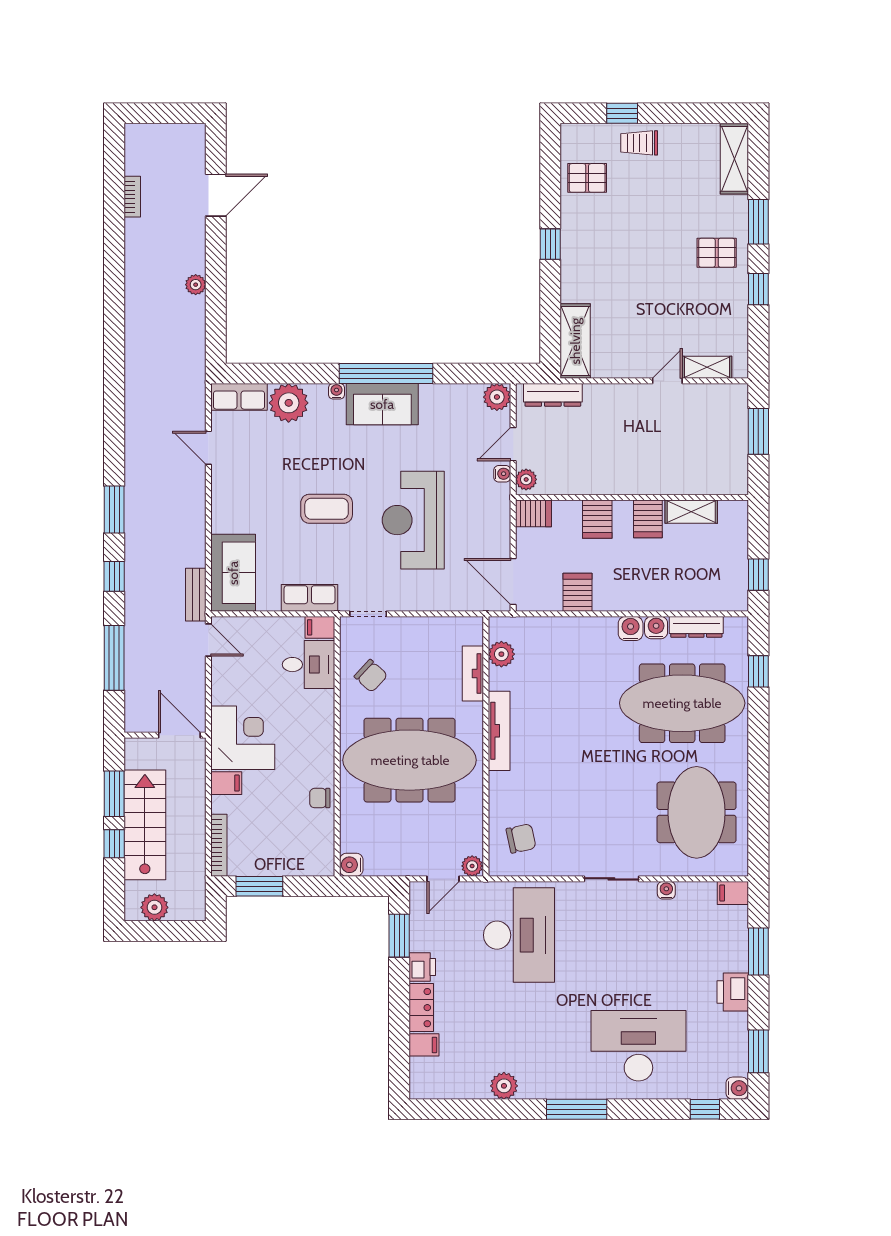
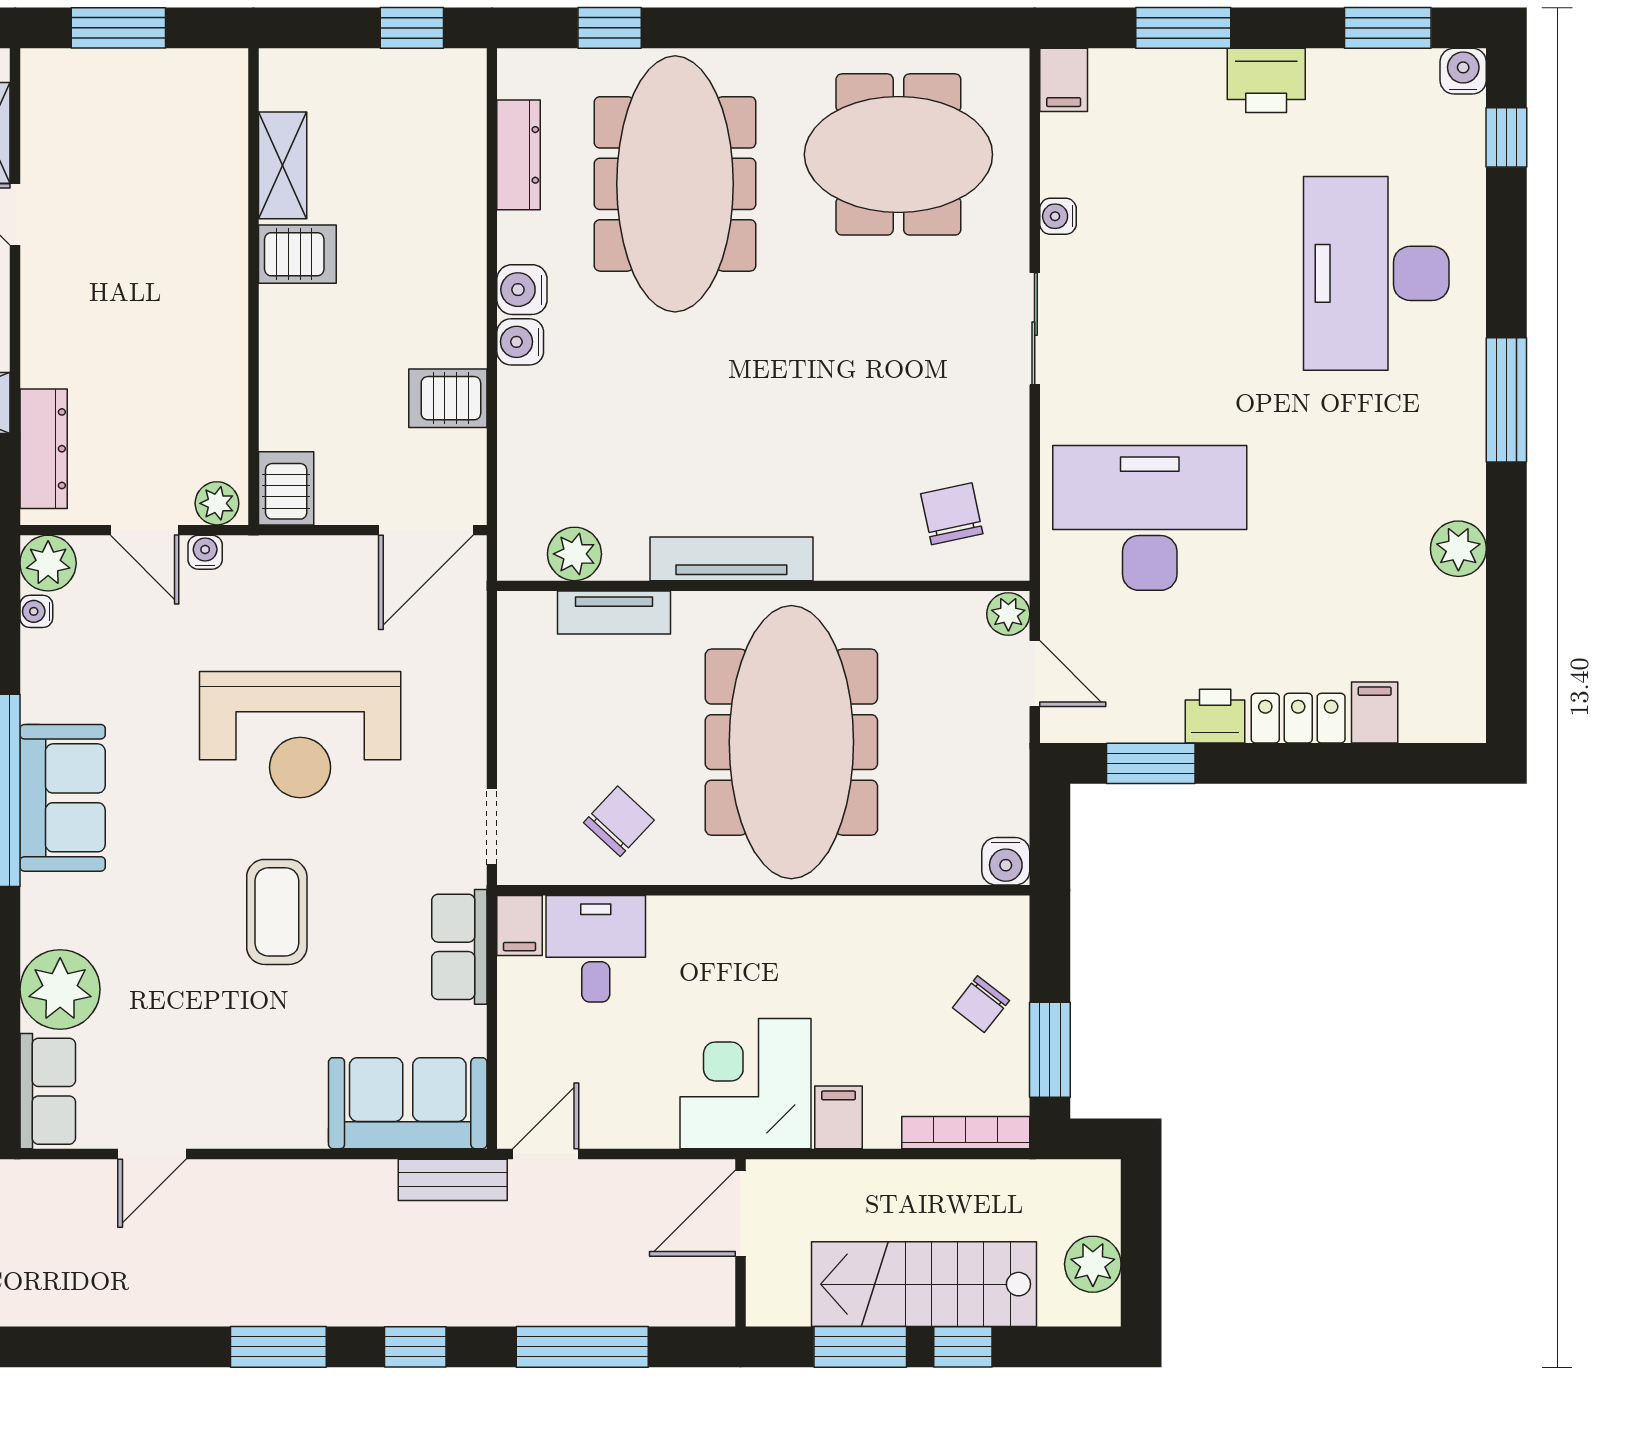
water cooler: (337, 391) -> (36, 611), moved
server rack: (597, 519) -> (298, 358), removed
water cooler: (656, 628) -> (520, 342), moved
chair: (320, 798) -> (981, 1004), moved, turned 38

